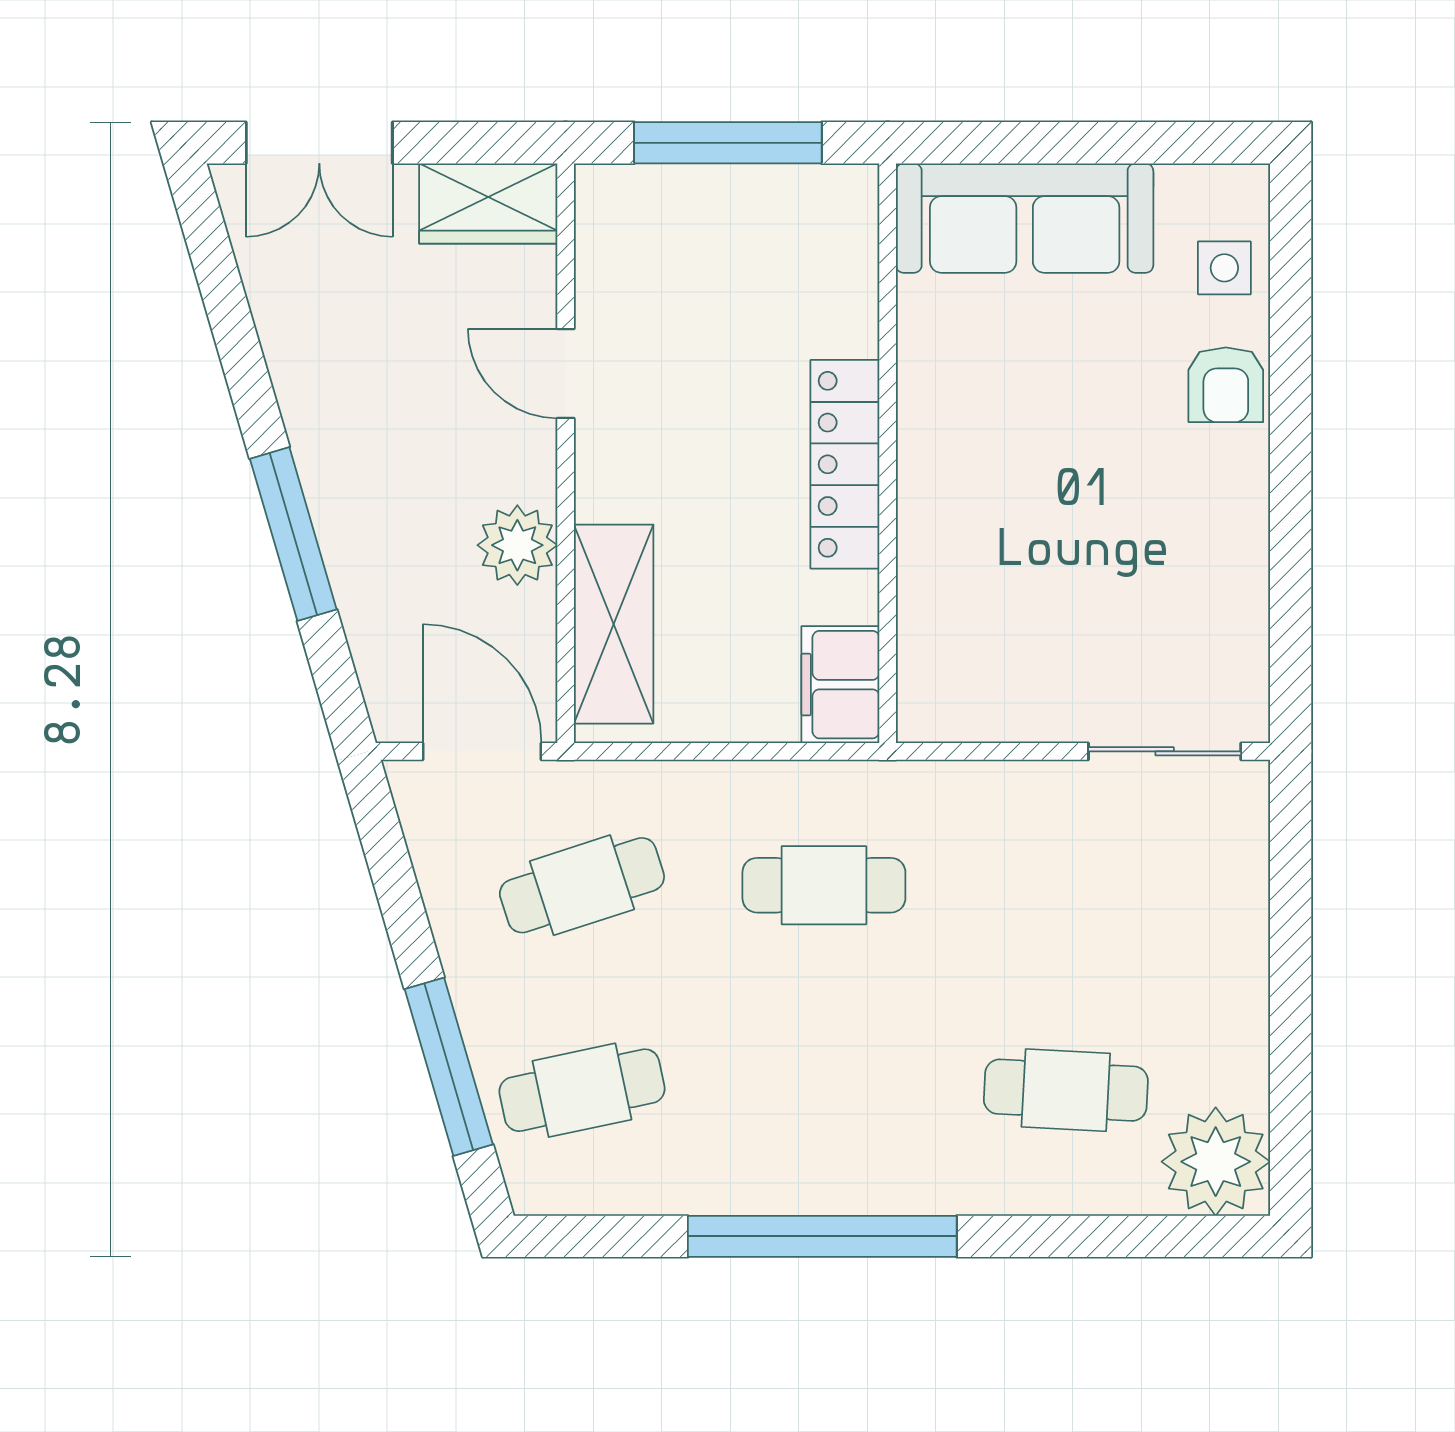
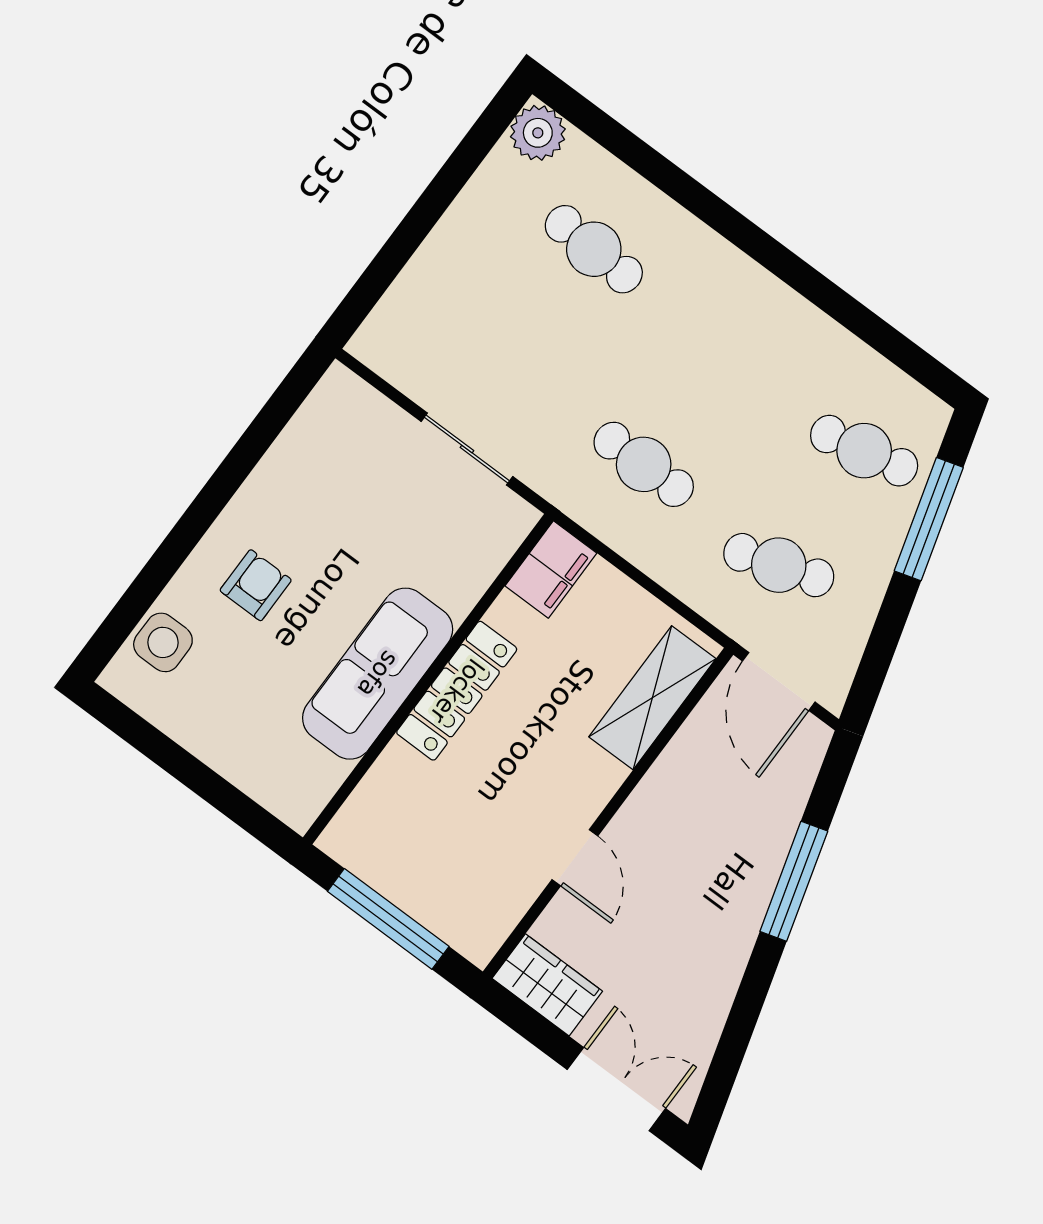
sofa: (1025, 218) -> (378, 674), moved, turned -90
side table: (1224, 268) -> (163, 642), width x1.37, depth x1.37
armchair: (1226, 385) -> (256, 585), moved
plant: (517, 545) -> (673, 782), removed
sliding door: (1165, 751) -> (467, 449), moved
plant: (1216, 1162) -> (538, 133), width x0.73, depth x0.73
window: (822, 1236) -> (791, 269), removed

